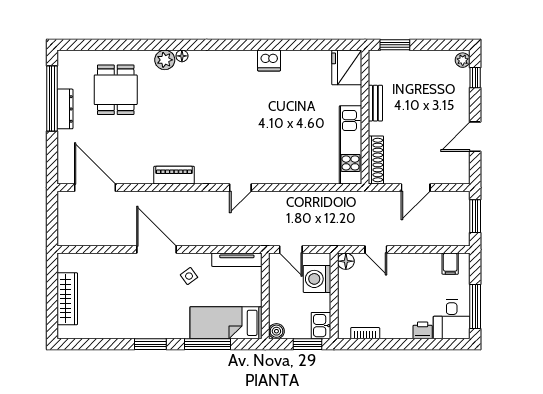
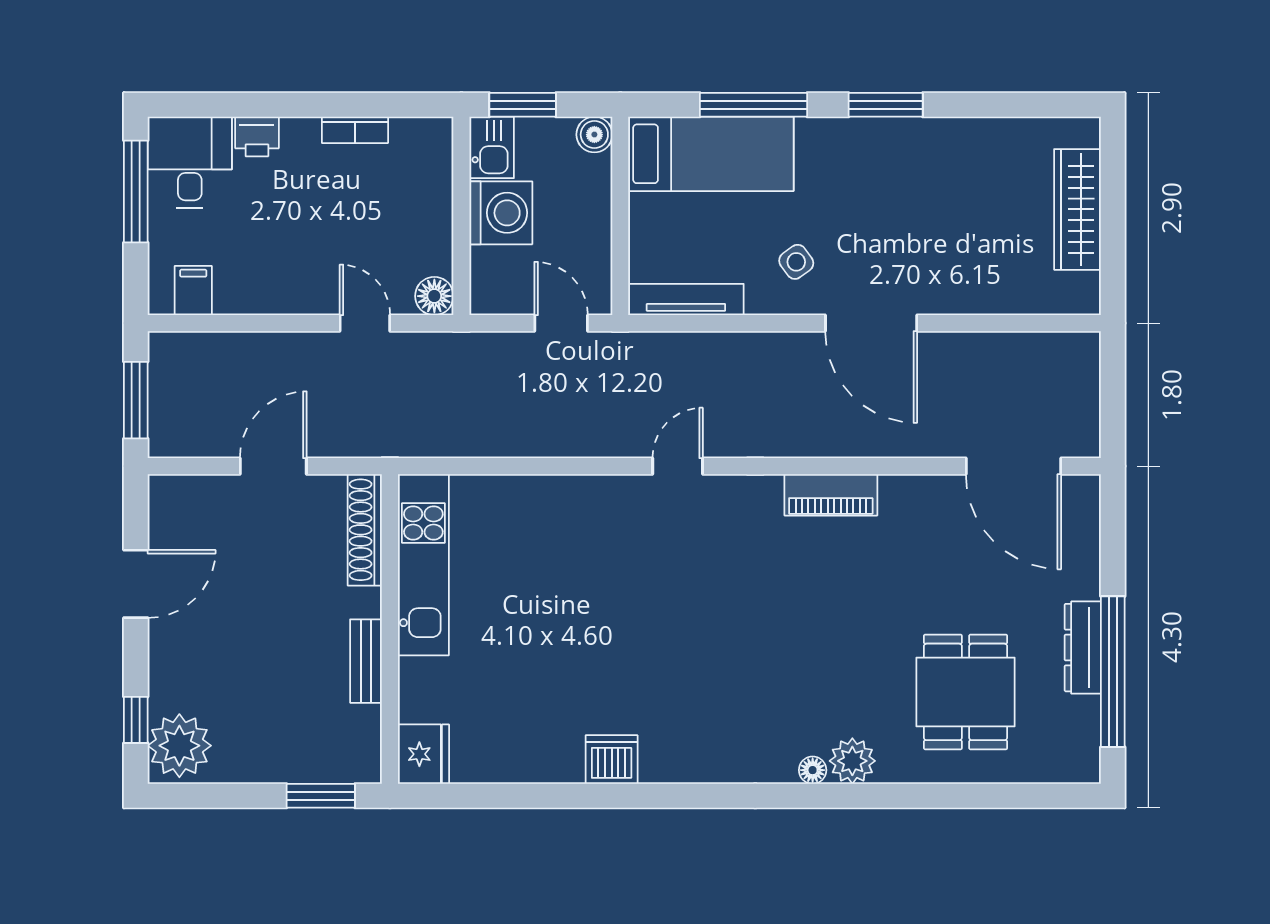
plant: (463, 60) -> (179, 746), width x1.87, depth x1.87
fridge: (347, 67) -> (423, 754), width x0.73, depth x0.75
washing machine: (317, 279) -> (501, 213), moved
bookcase: (365, 333) -> (355, 130), moved

